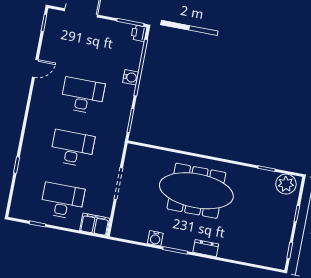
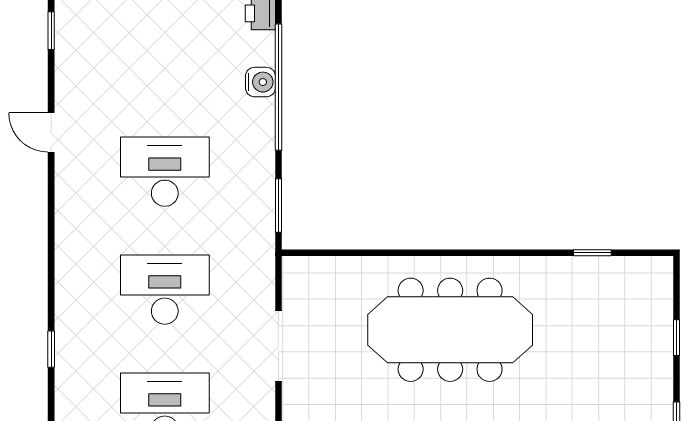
door: (35, 68) -> (51, 132), swing flipped
water cooler: (130, 77) -> (260, 82), moved
plant: (286, 184) -> (641, 278), removed

